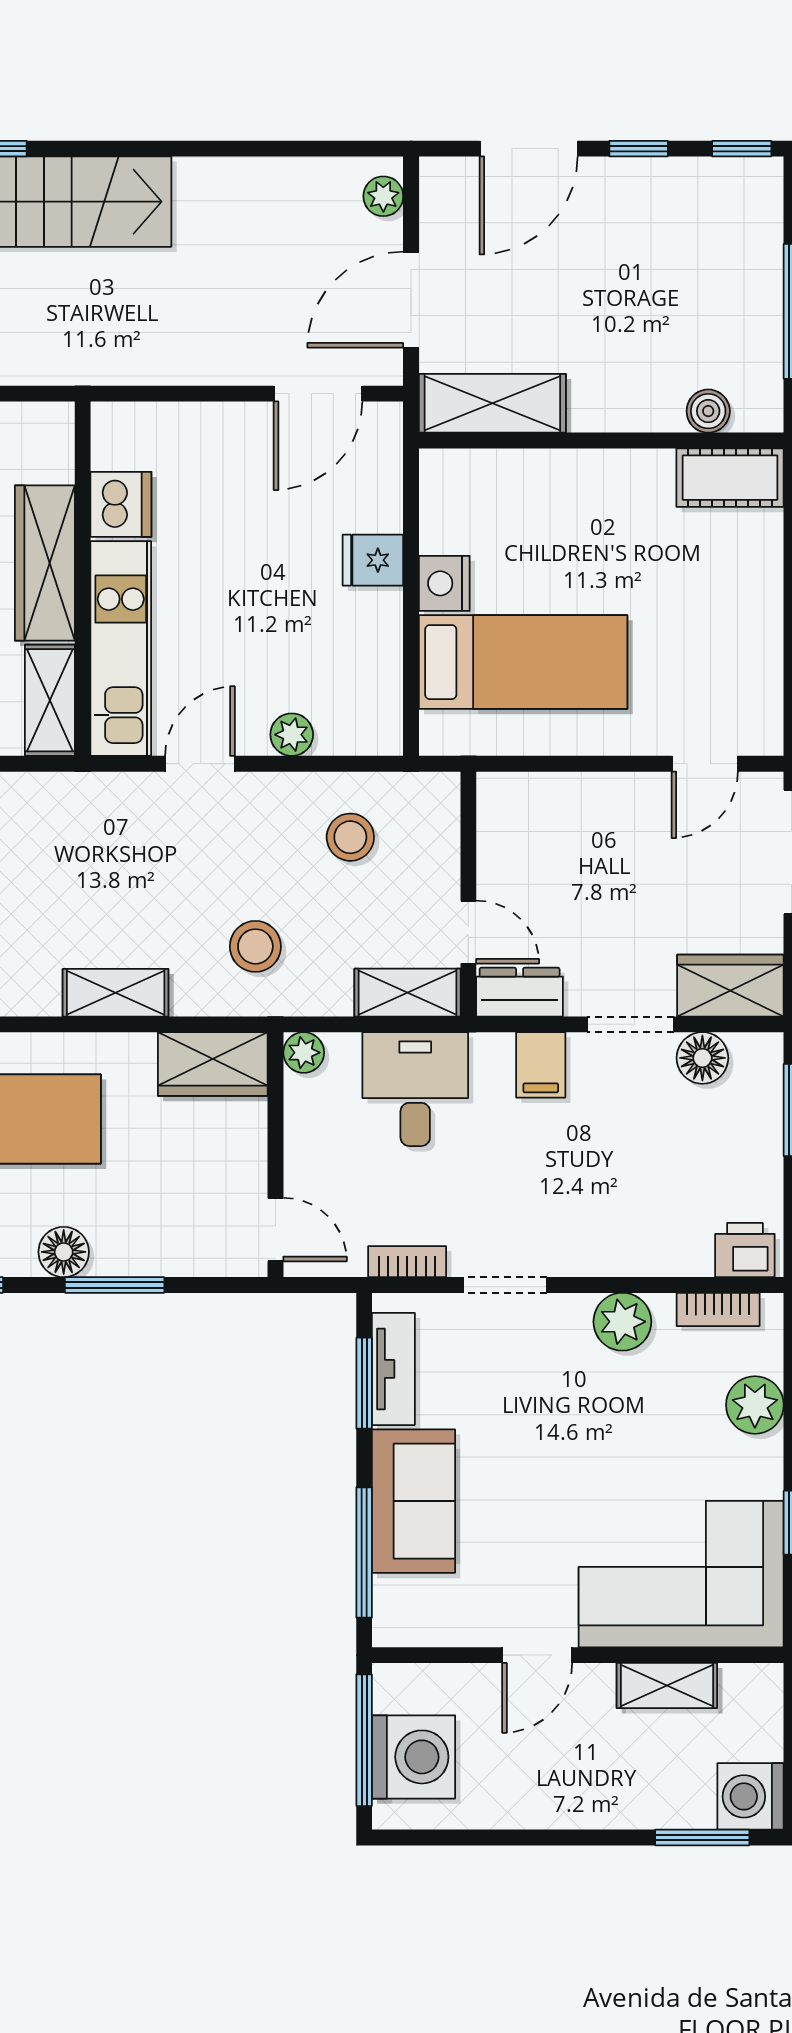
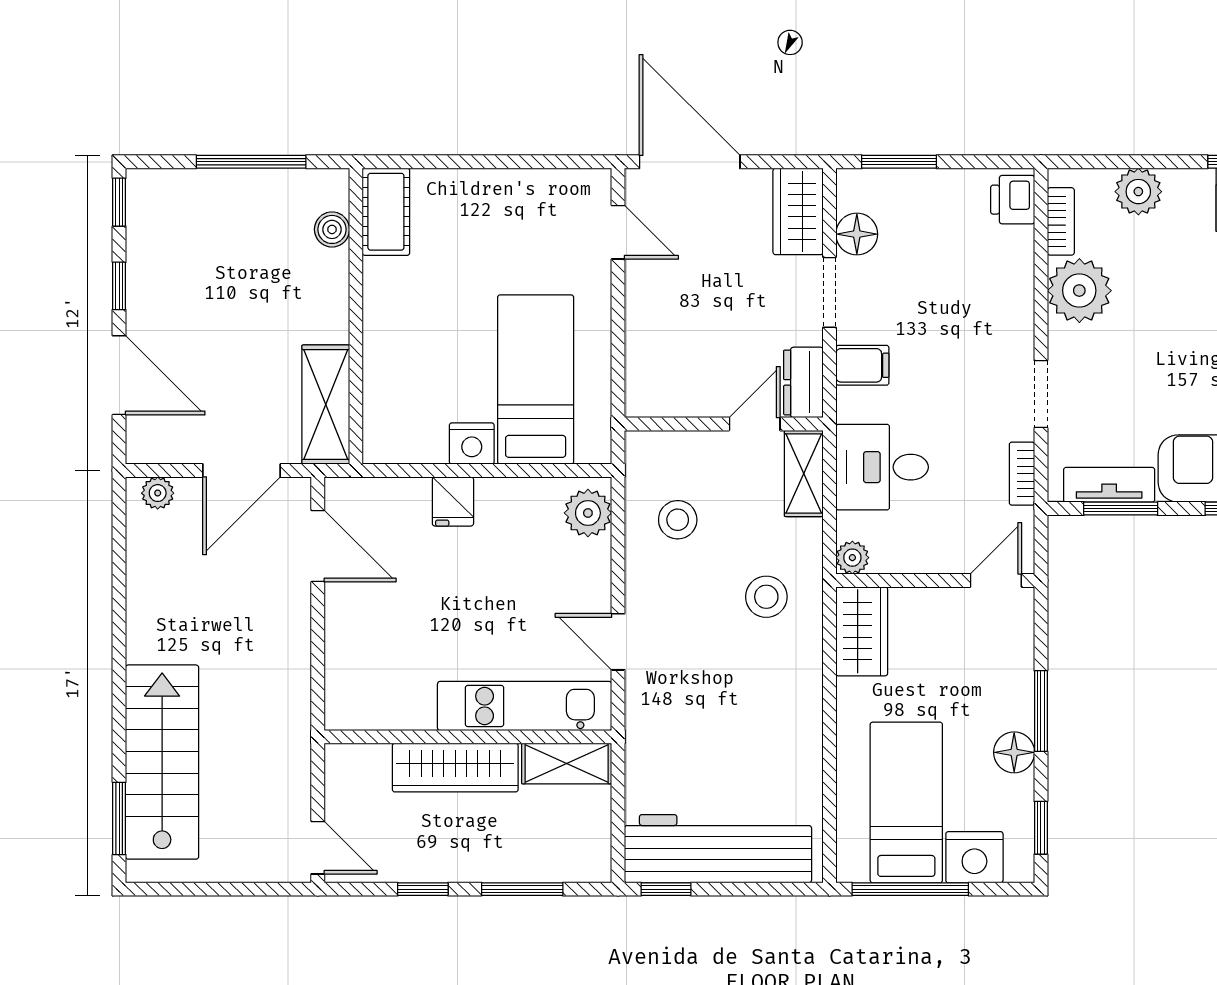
door: (411, 300) -> (242, 470), hinge flipped
dishwasher: (121, 504) -> (408, 706), removed
plant: (292, 735) -> (588, 513), moved, width x1.38, depth x1.38
shelving: (116, 993) -> (804, 710), removed
plant: (622, 1322) -> (1079, 291), width x1.36, depth x1.36

